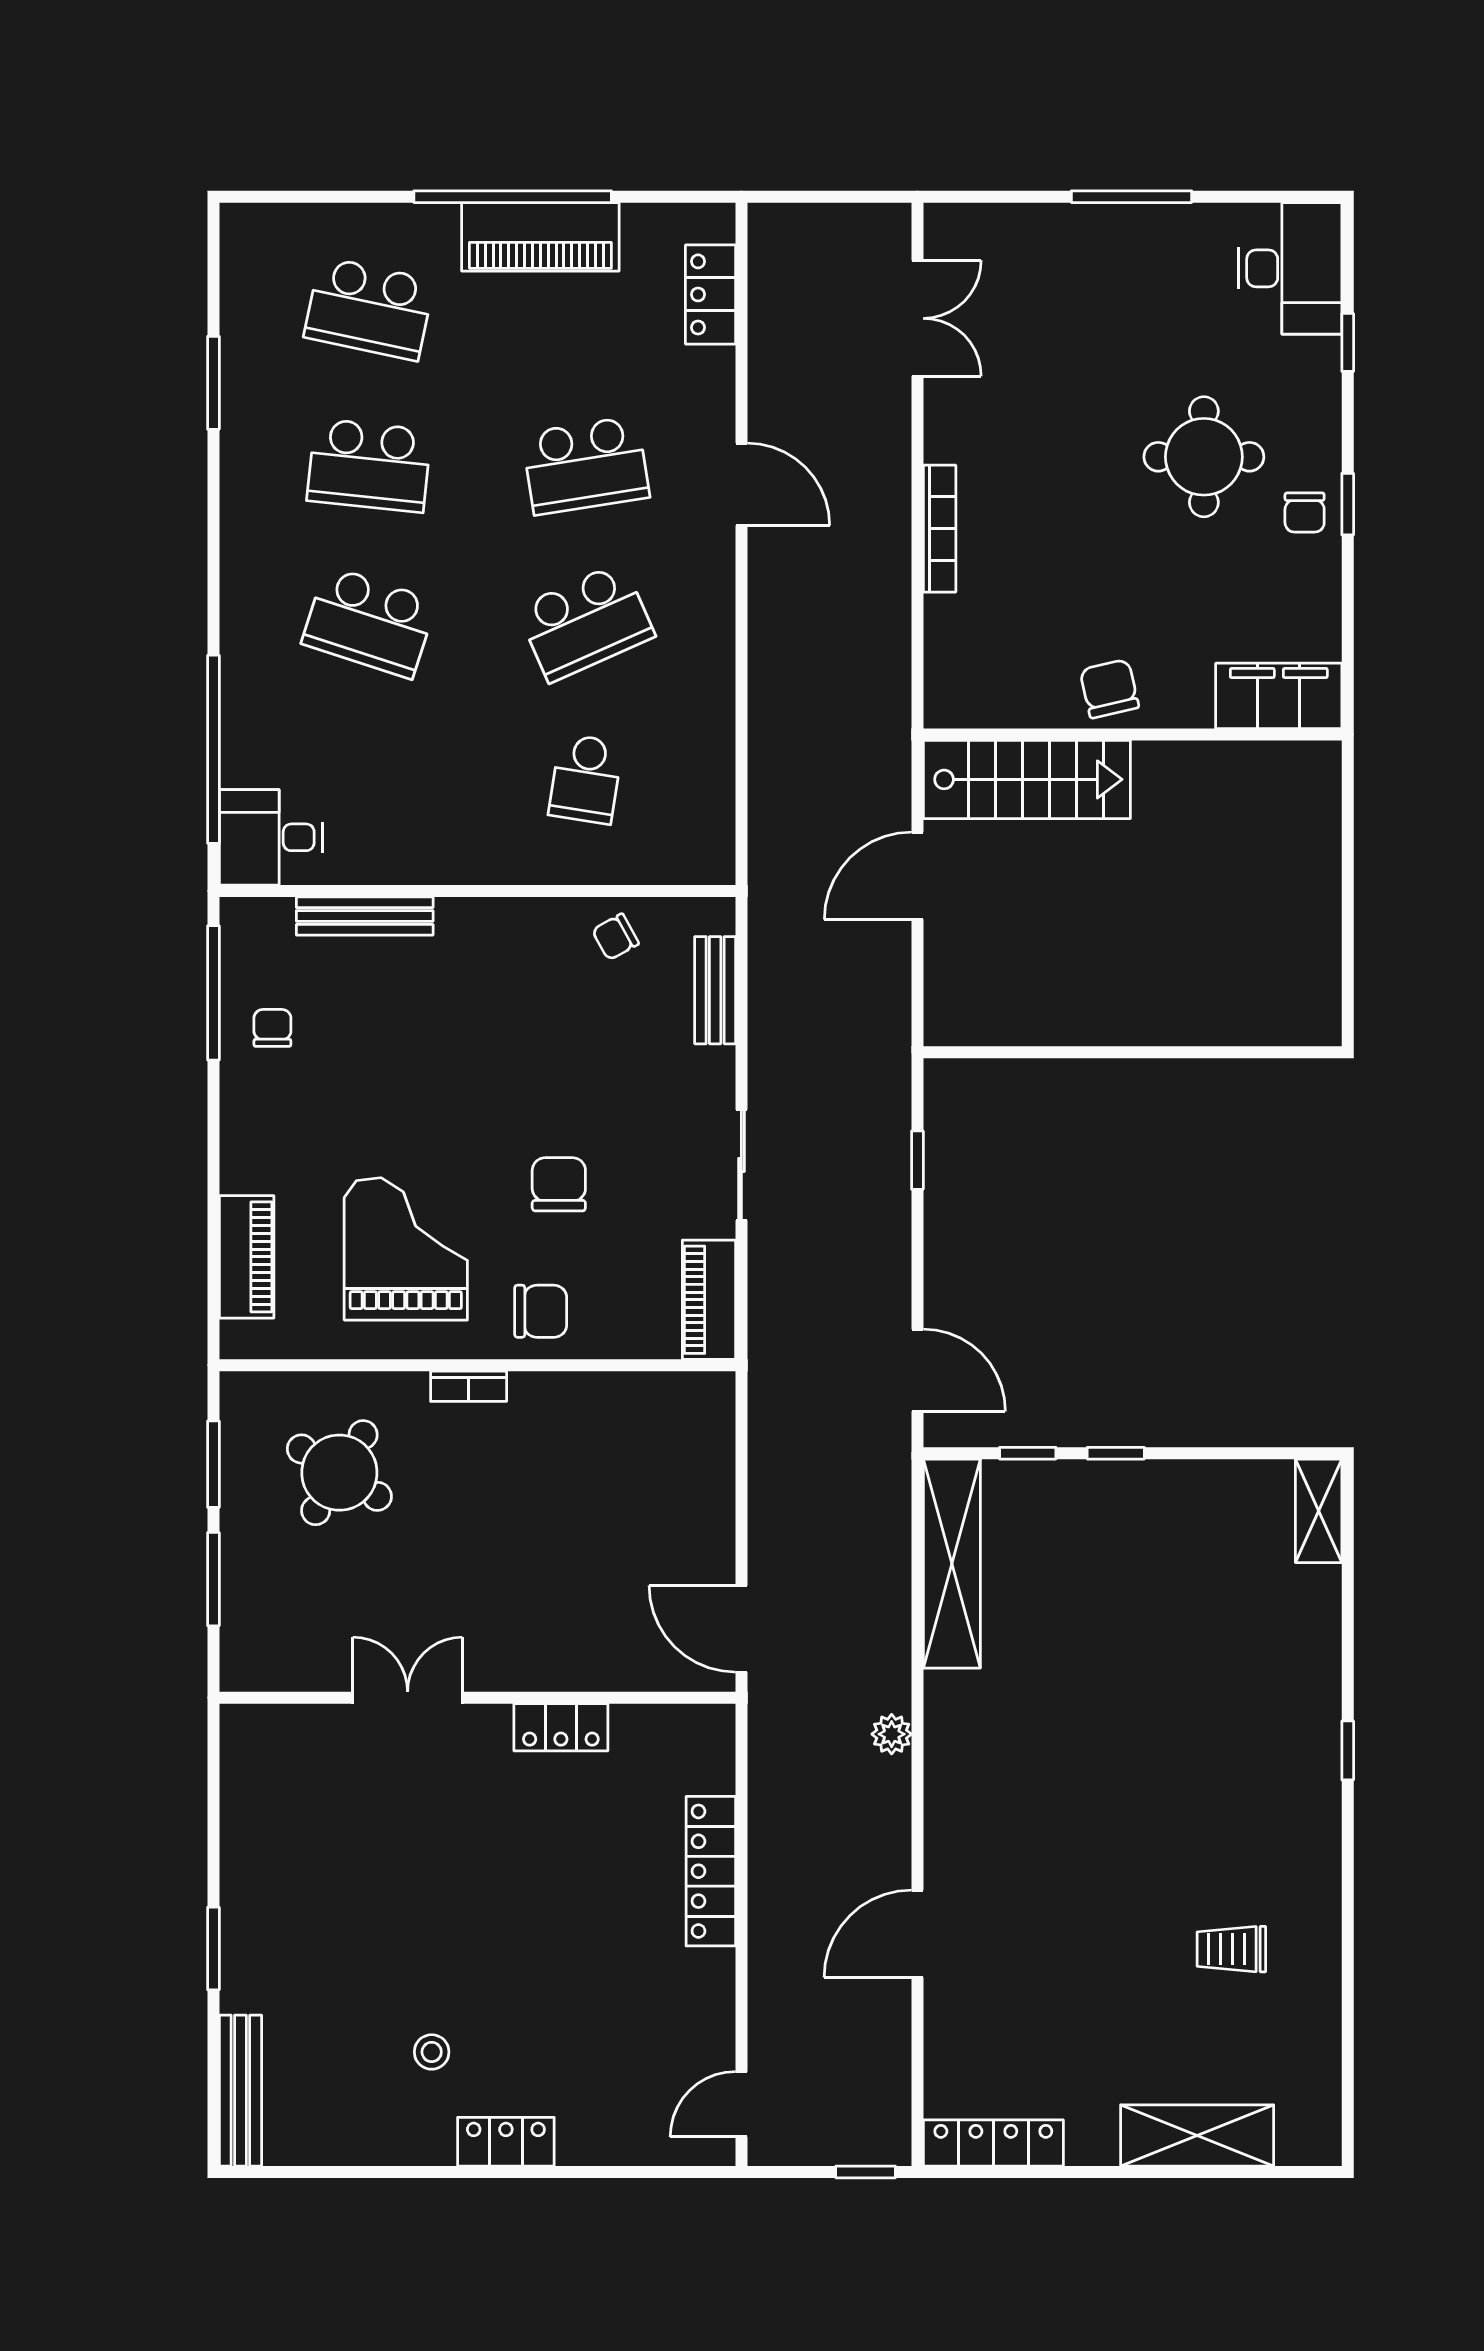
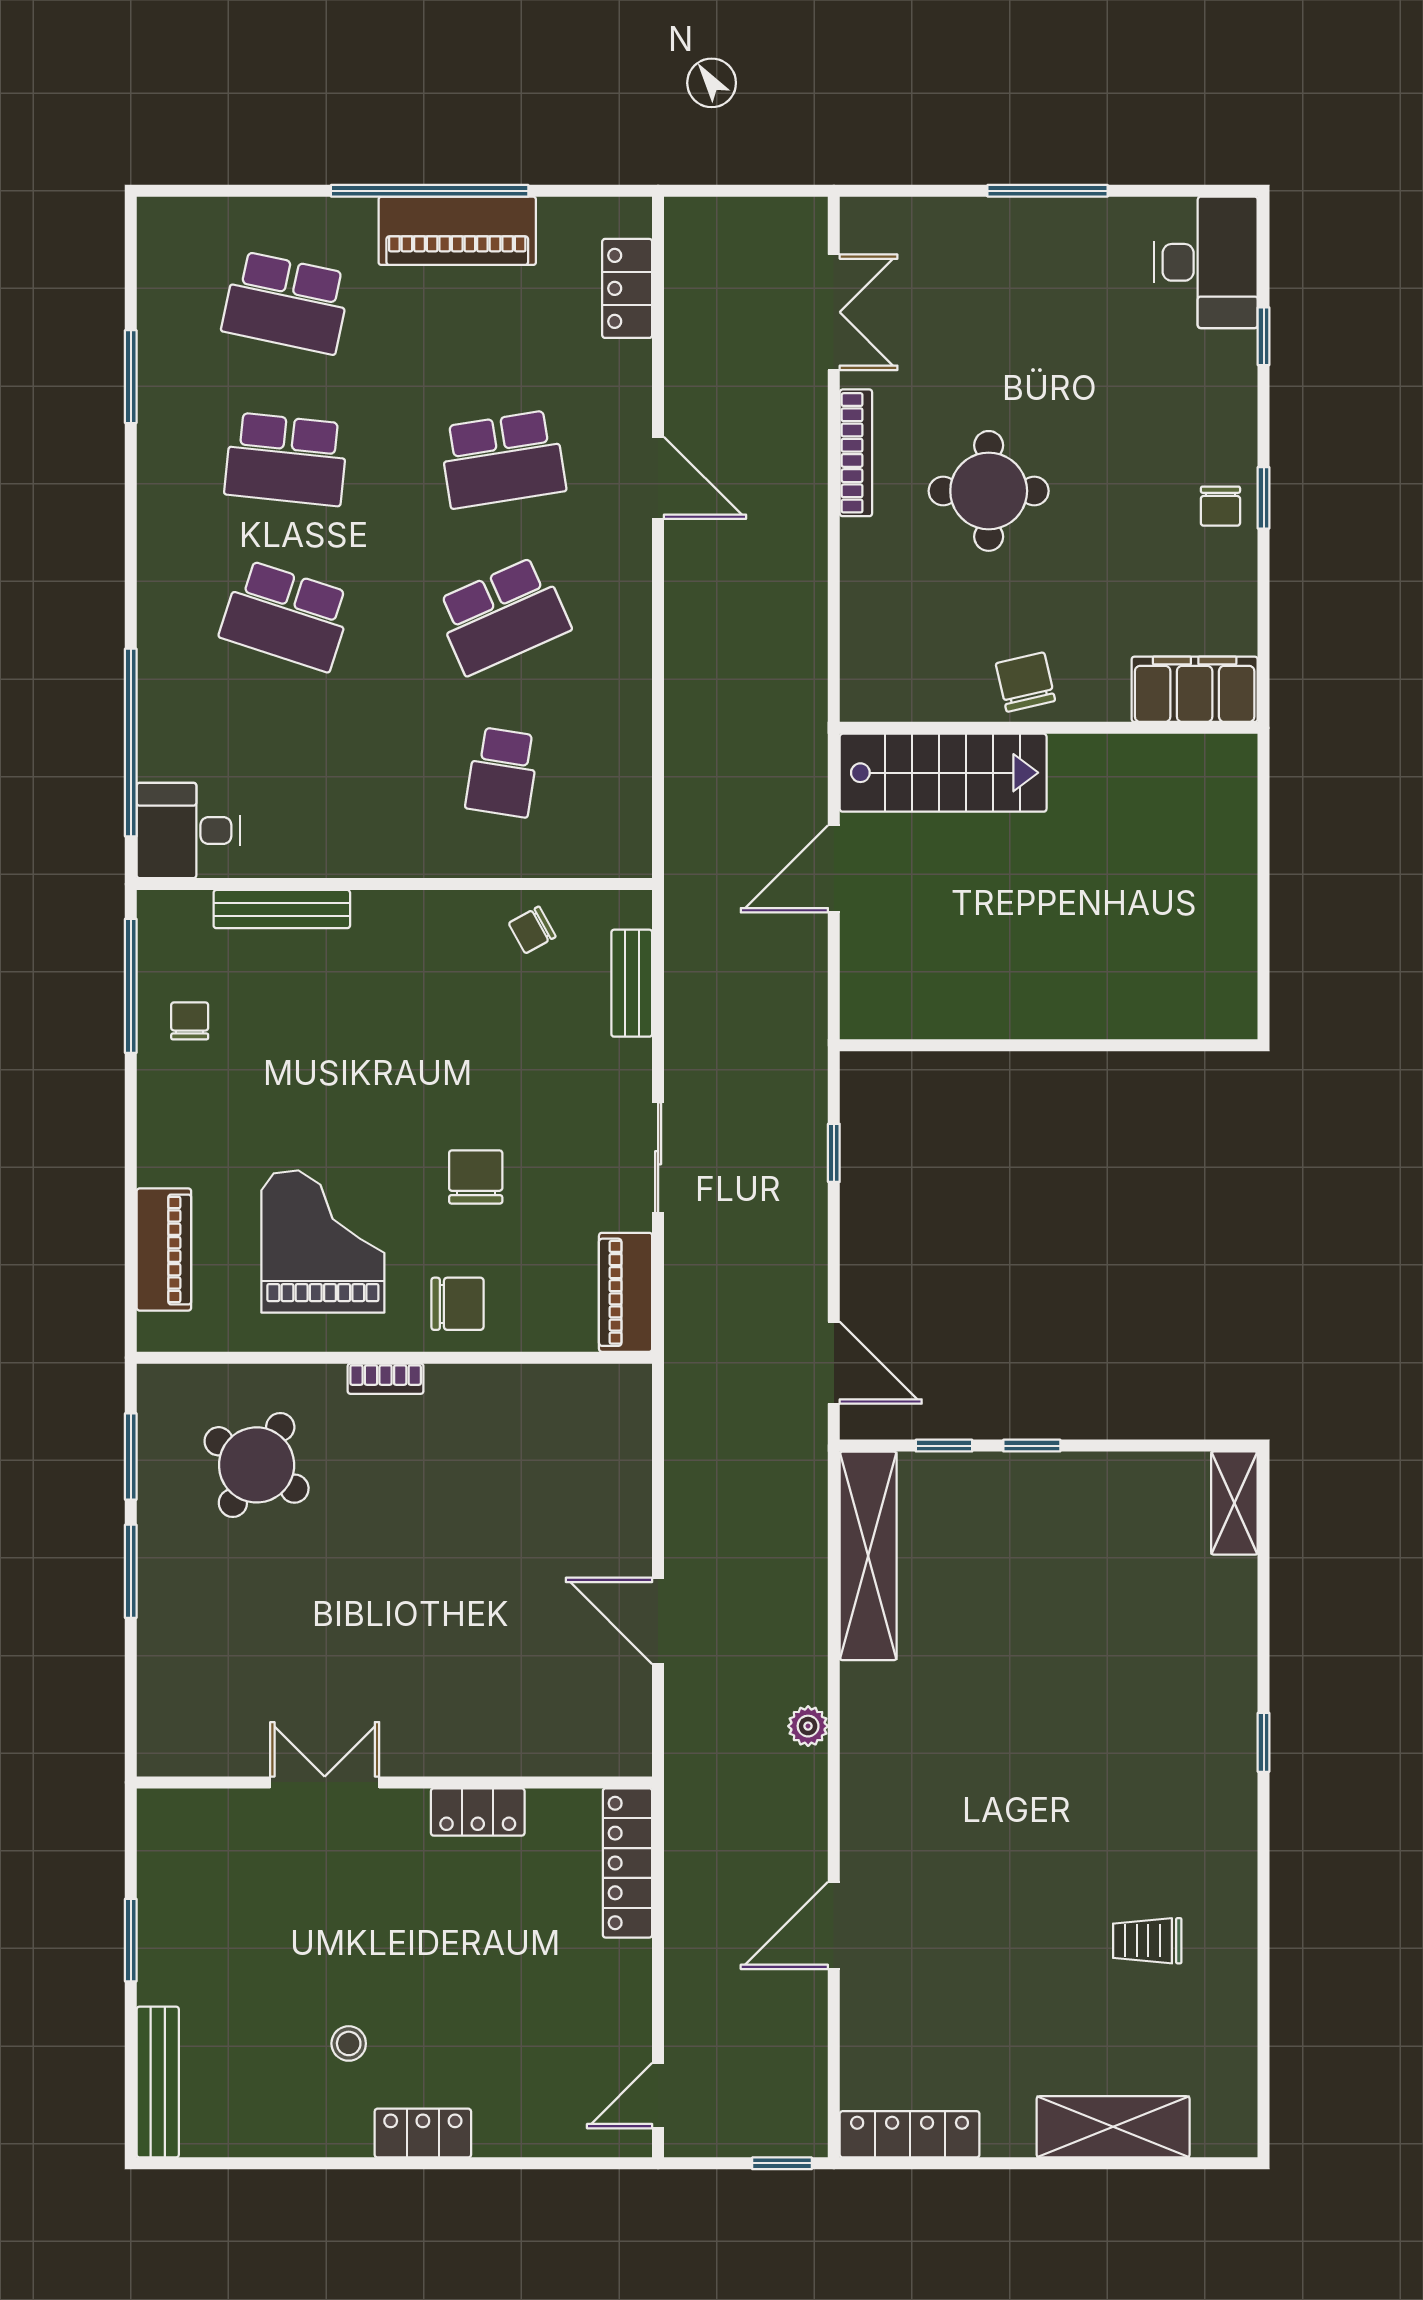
round table: (1204, 457) -> (989, 491), moved
bookcase: (940, 529) -> (856, 453), moved
double door: (408, 1698) -> (325, 1782), moved
wall: (477, 1698) -> (394, 1782), moved
locker: (561, 1727) -> (478, 1812), moved

